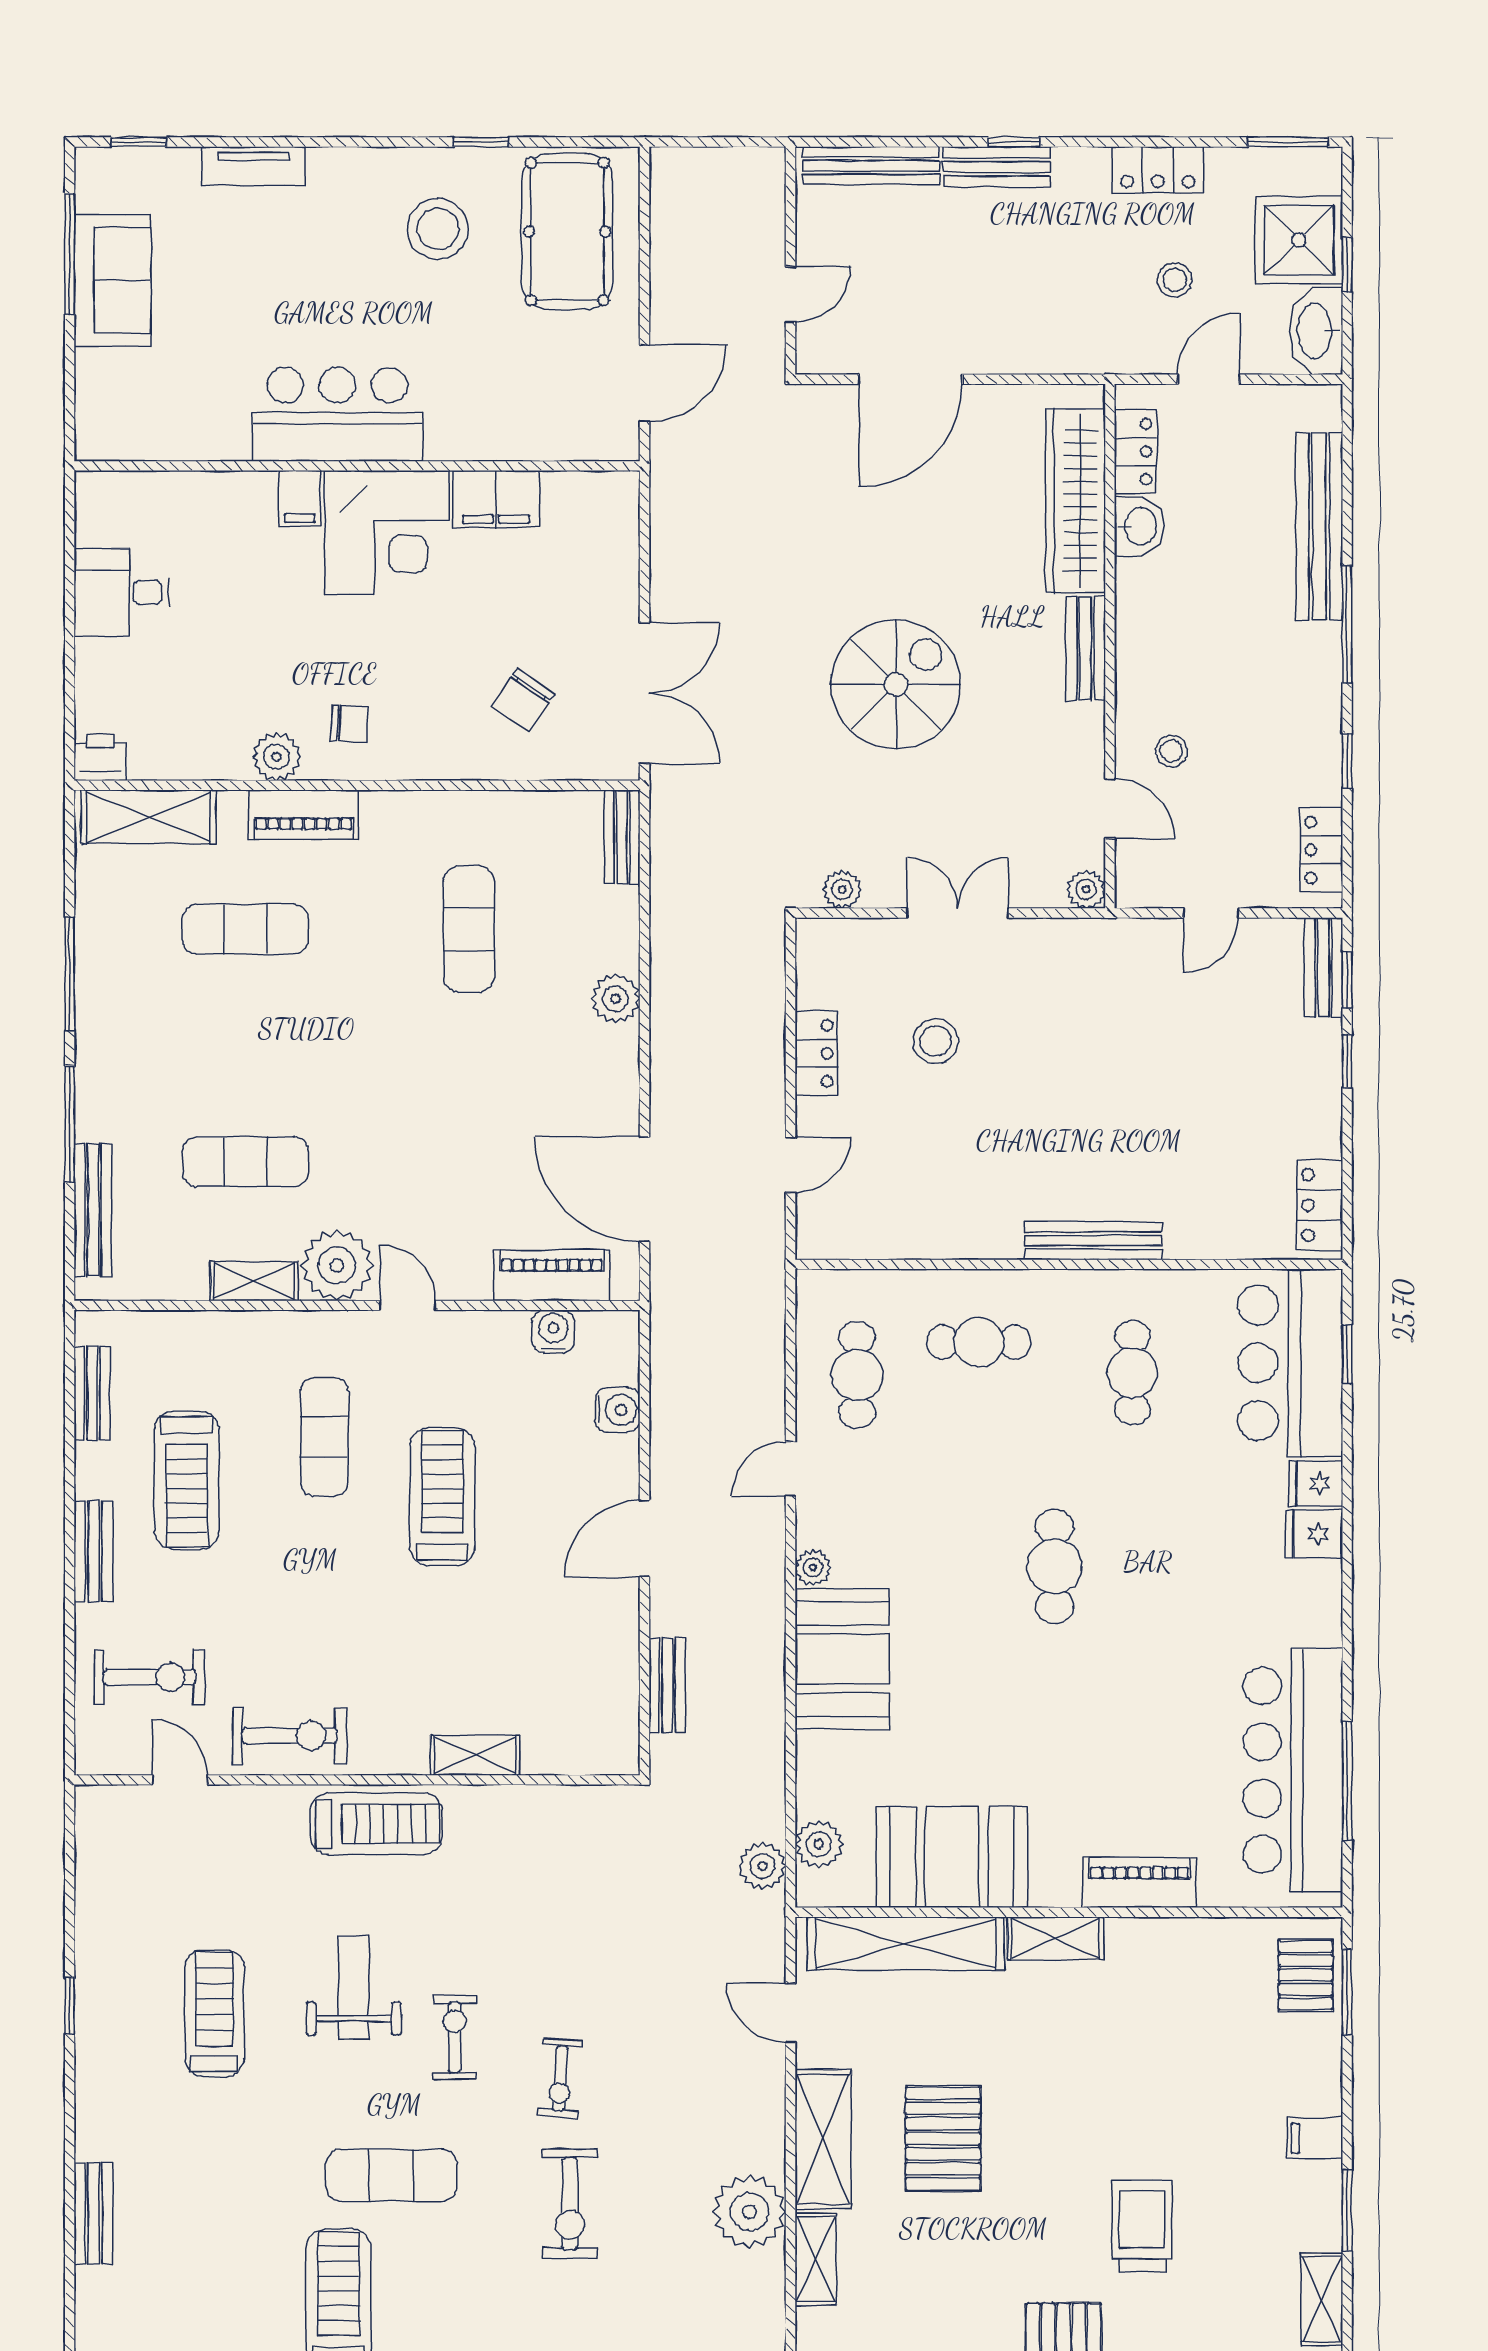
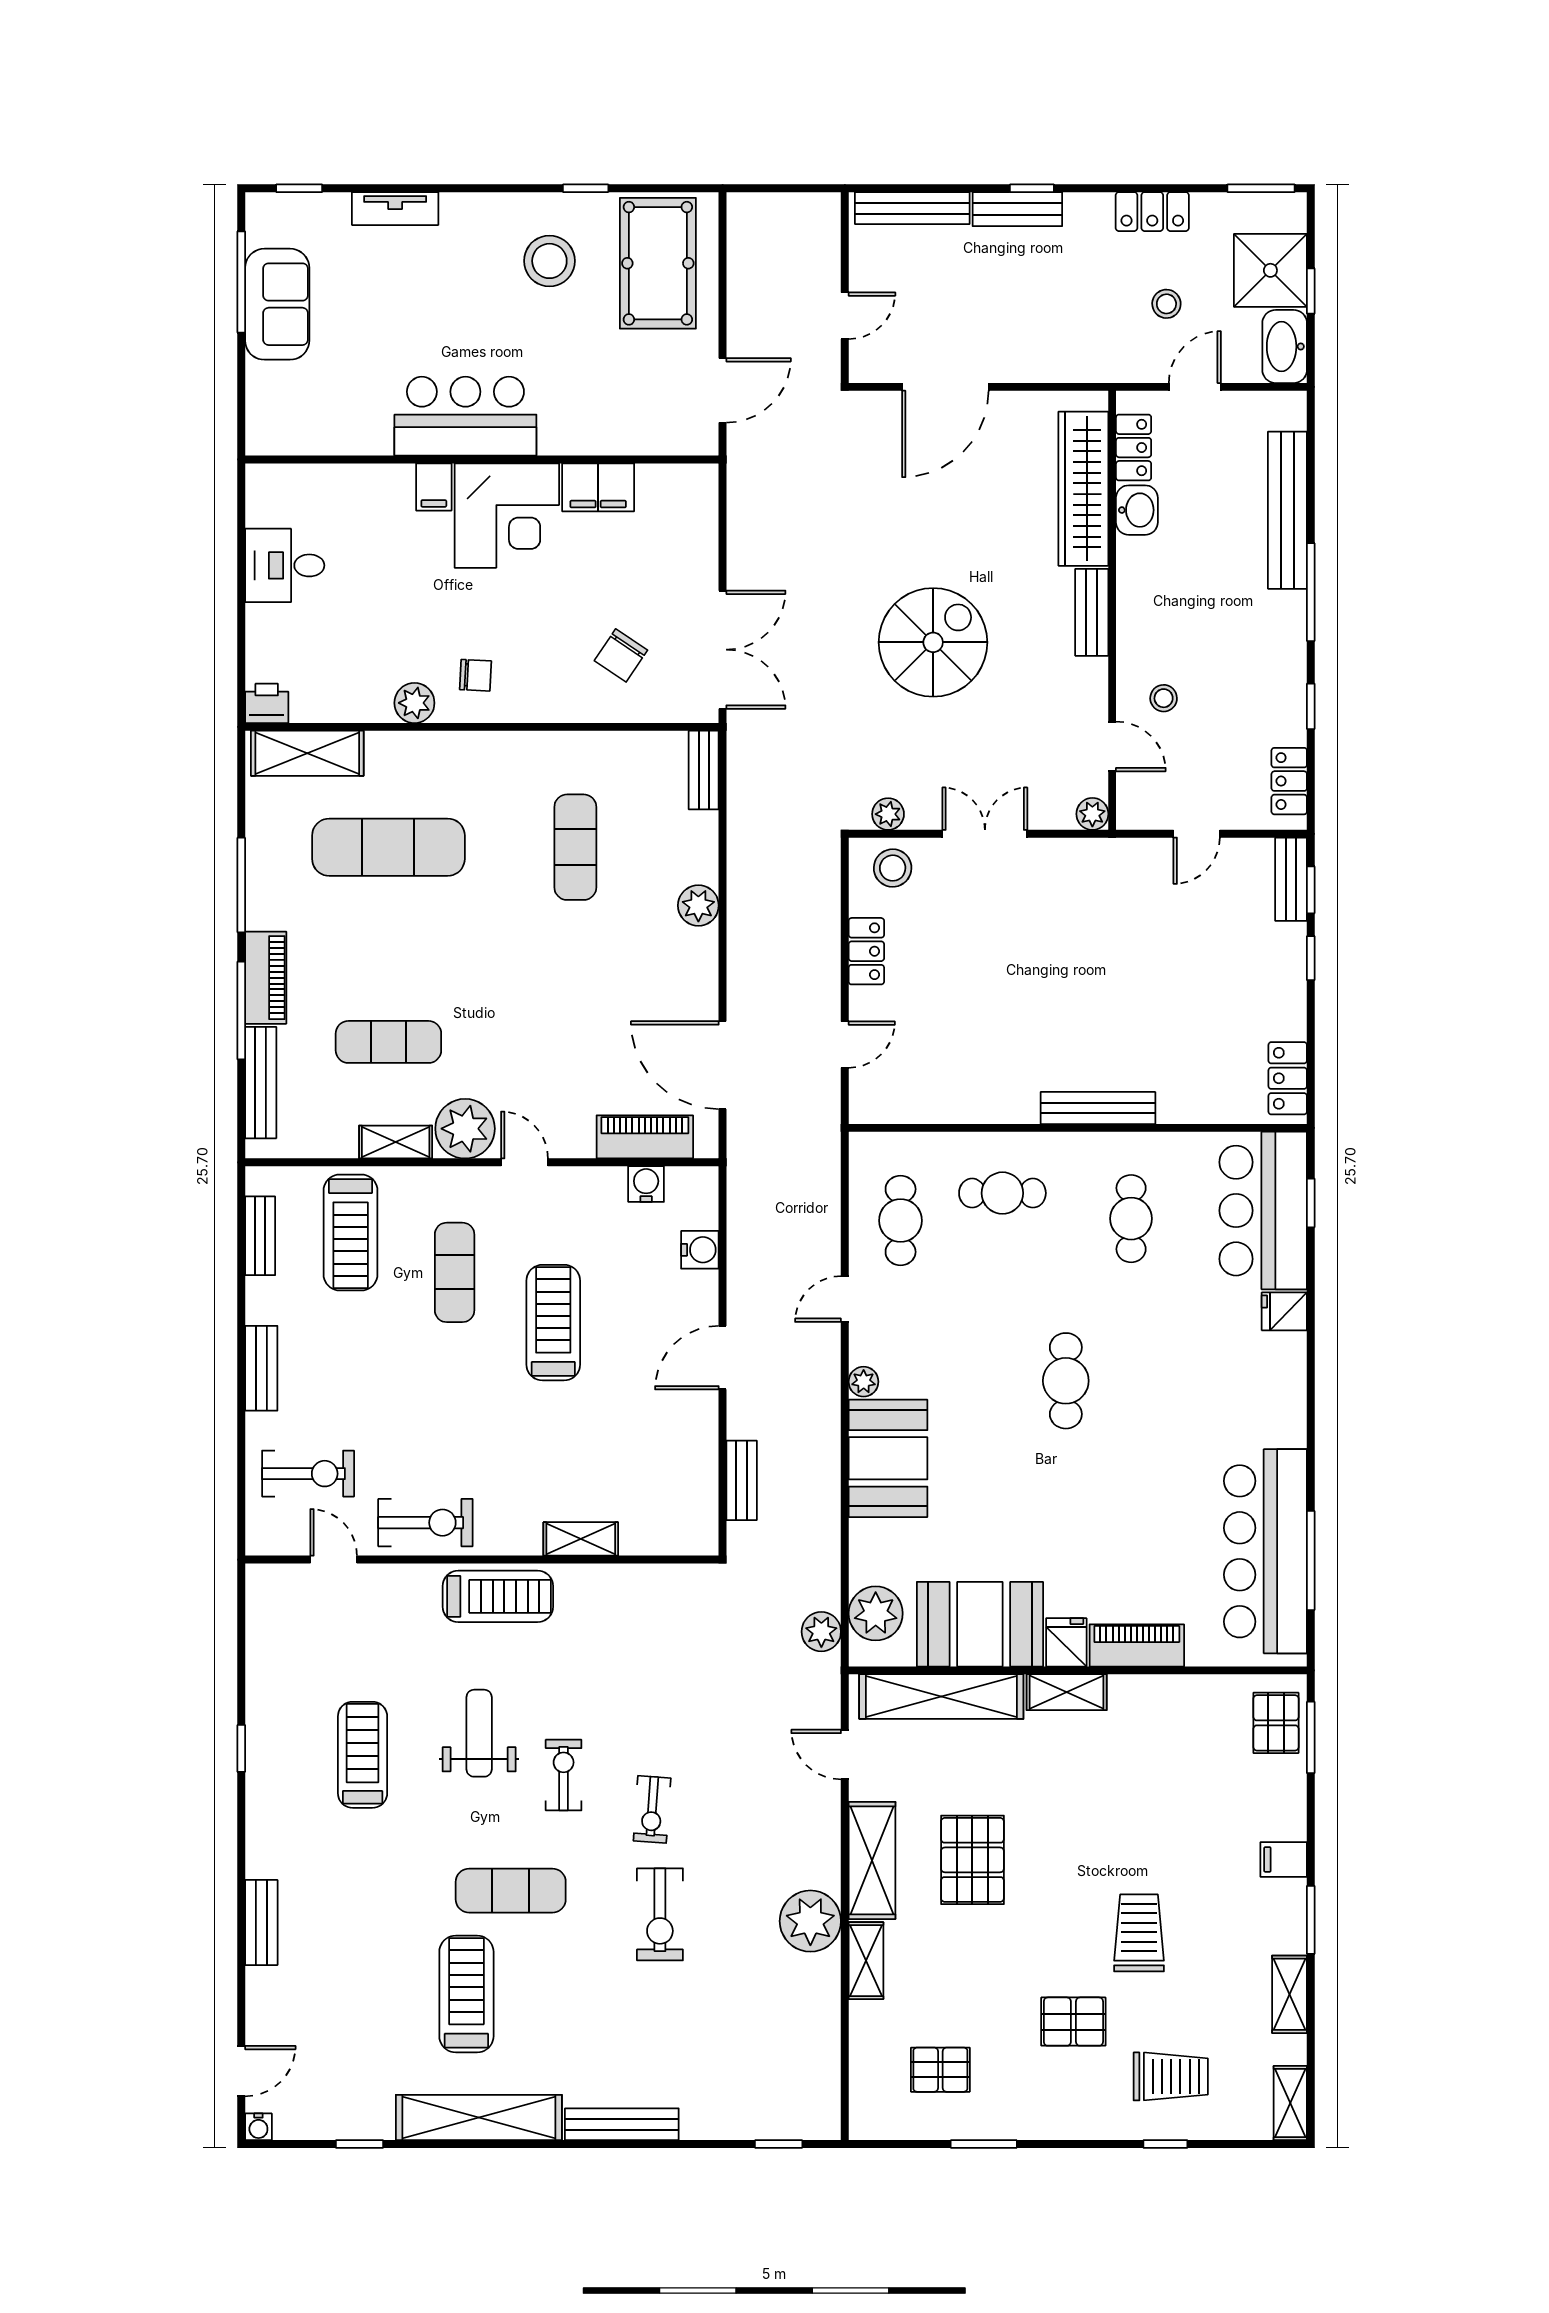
piano: (304, 814) -> (266, 978), moved, turned -90
exercise mat: (245, 929) -> (388, 847), width x1.36, depth x1.45
stool: (935, 1041) -> (893, 868), moved
treadmill: (187, 1480) -> (351, 1232), moved
fridge: (1314, 1534) -> (1066, 1642), moved, turned 90
plant: (819, 1844) -> (876, 1613), width x1.36, depth x1.36

